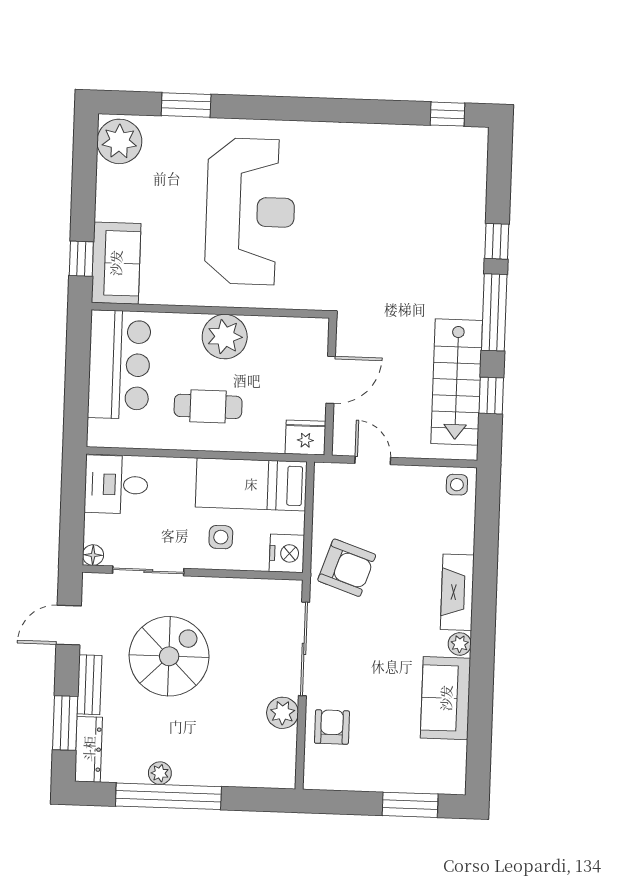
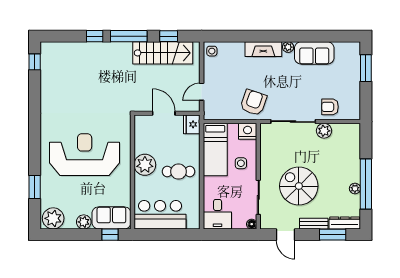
plant: (110, 205) -> (84, 222), added
cafe table: (208, 406) -> (179, 172), turned 90

